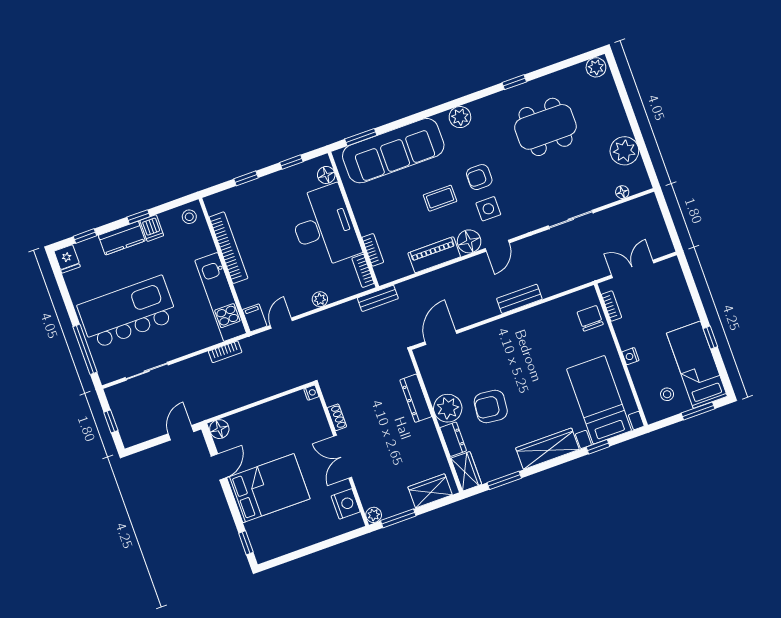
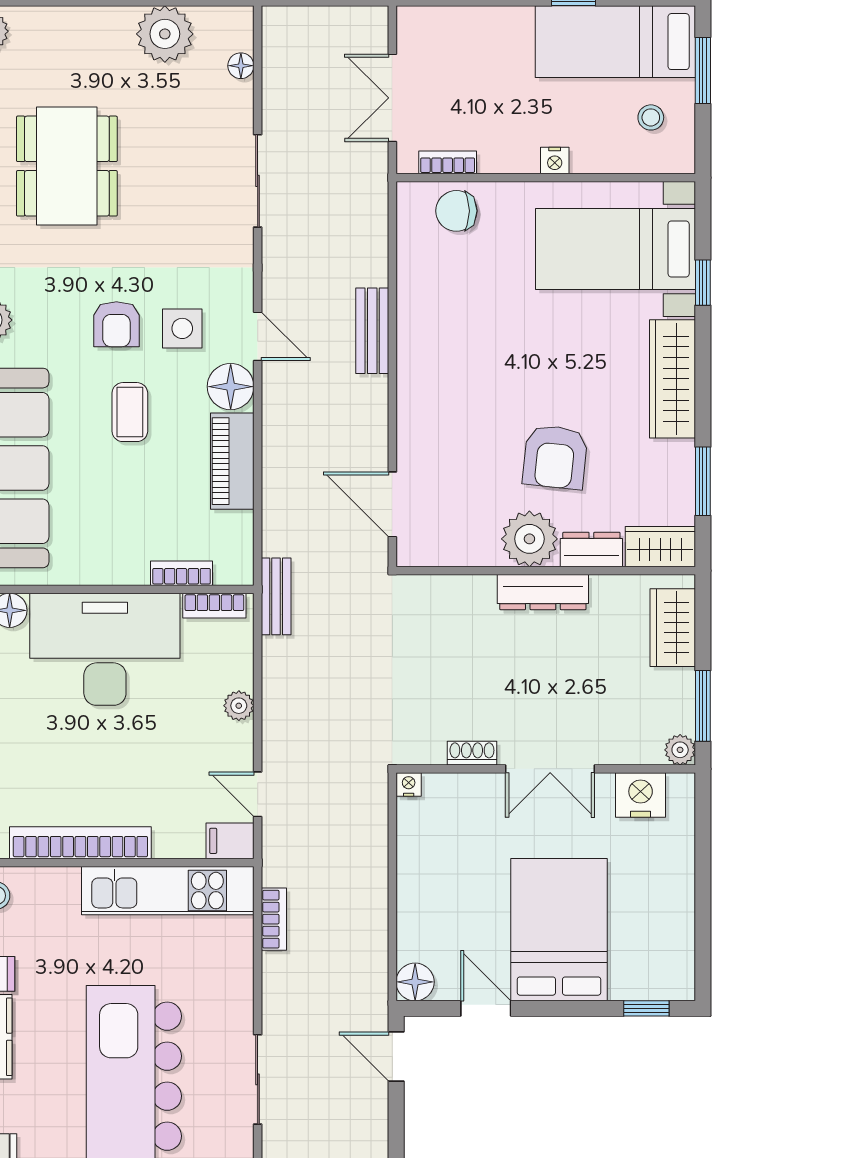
dresser: (416, 398) -> (543, 592), moved

